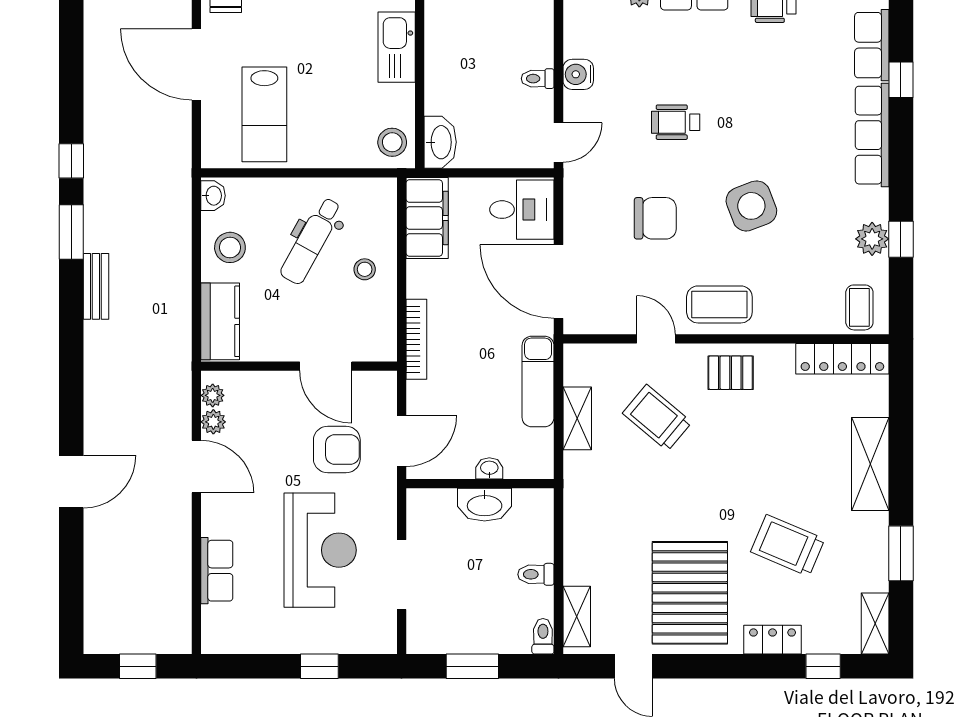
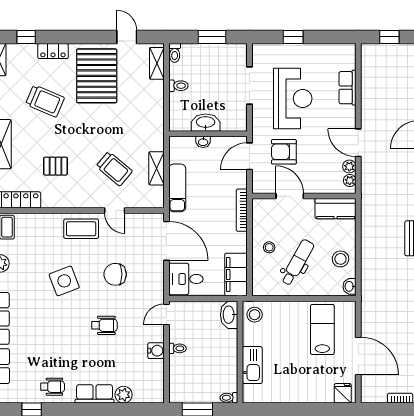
kitchen counter: (220, 321) -> (336, 209), moved, turned -90
pallet: (731, 373) -> (56, 166), moved
reception desk: (320, 550) -> (293, 98), turned 180

